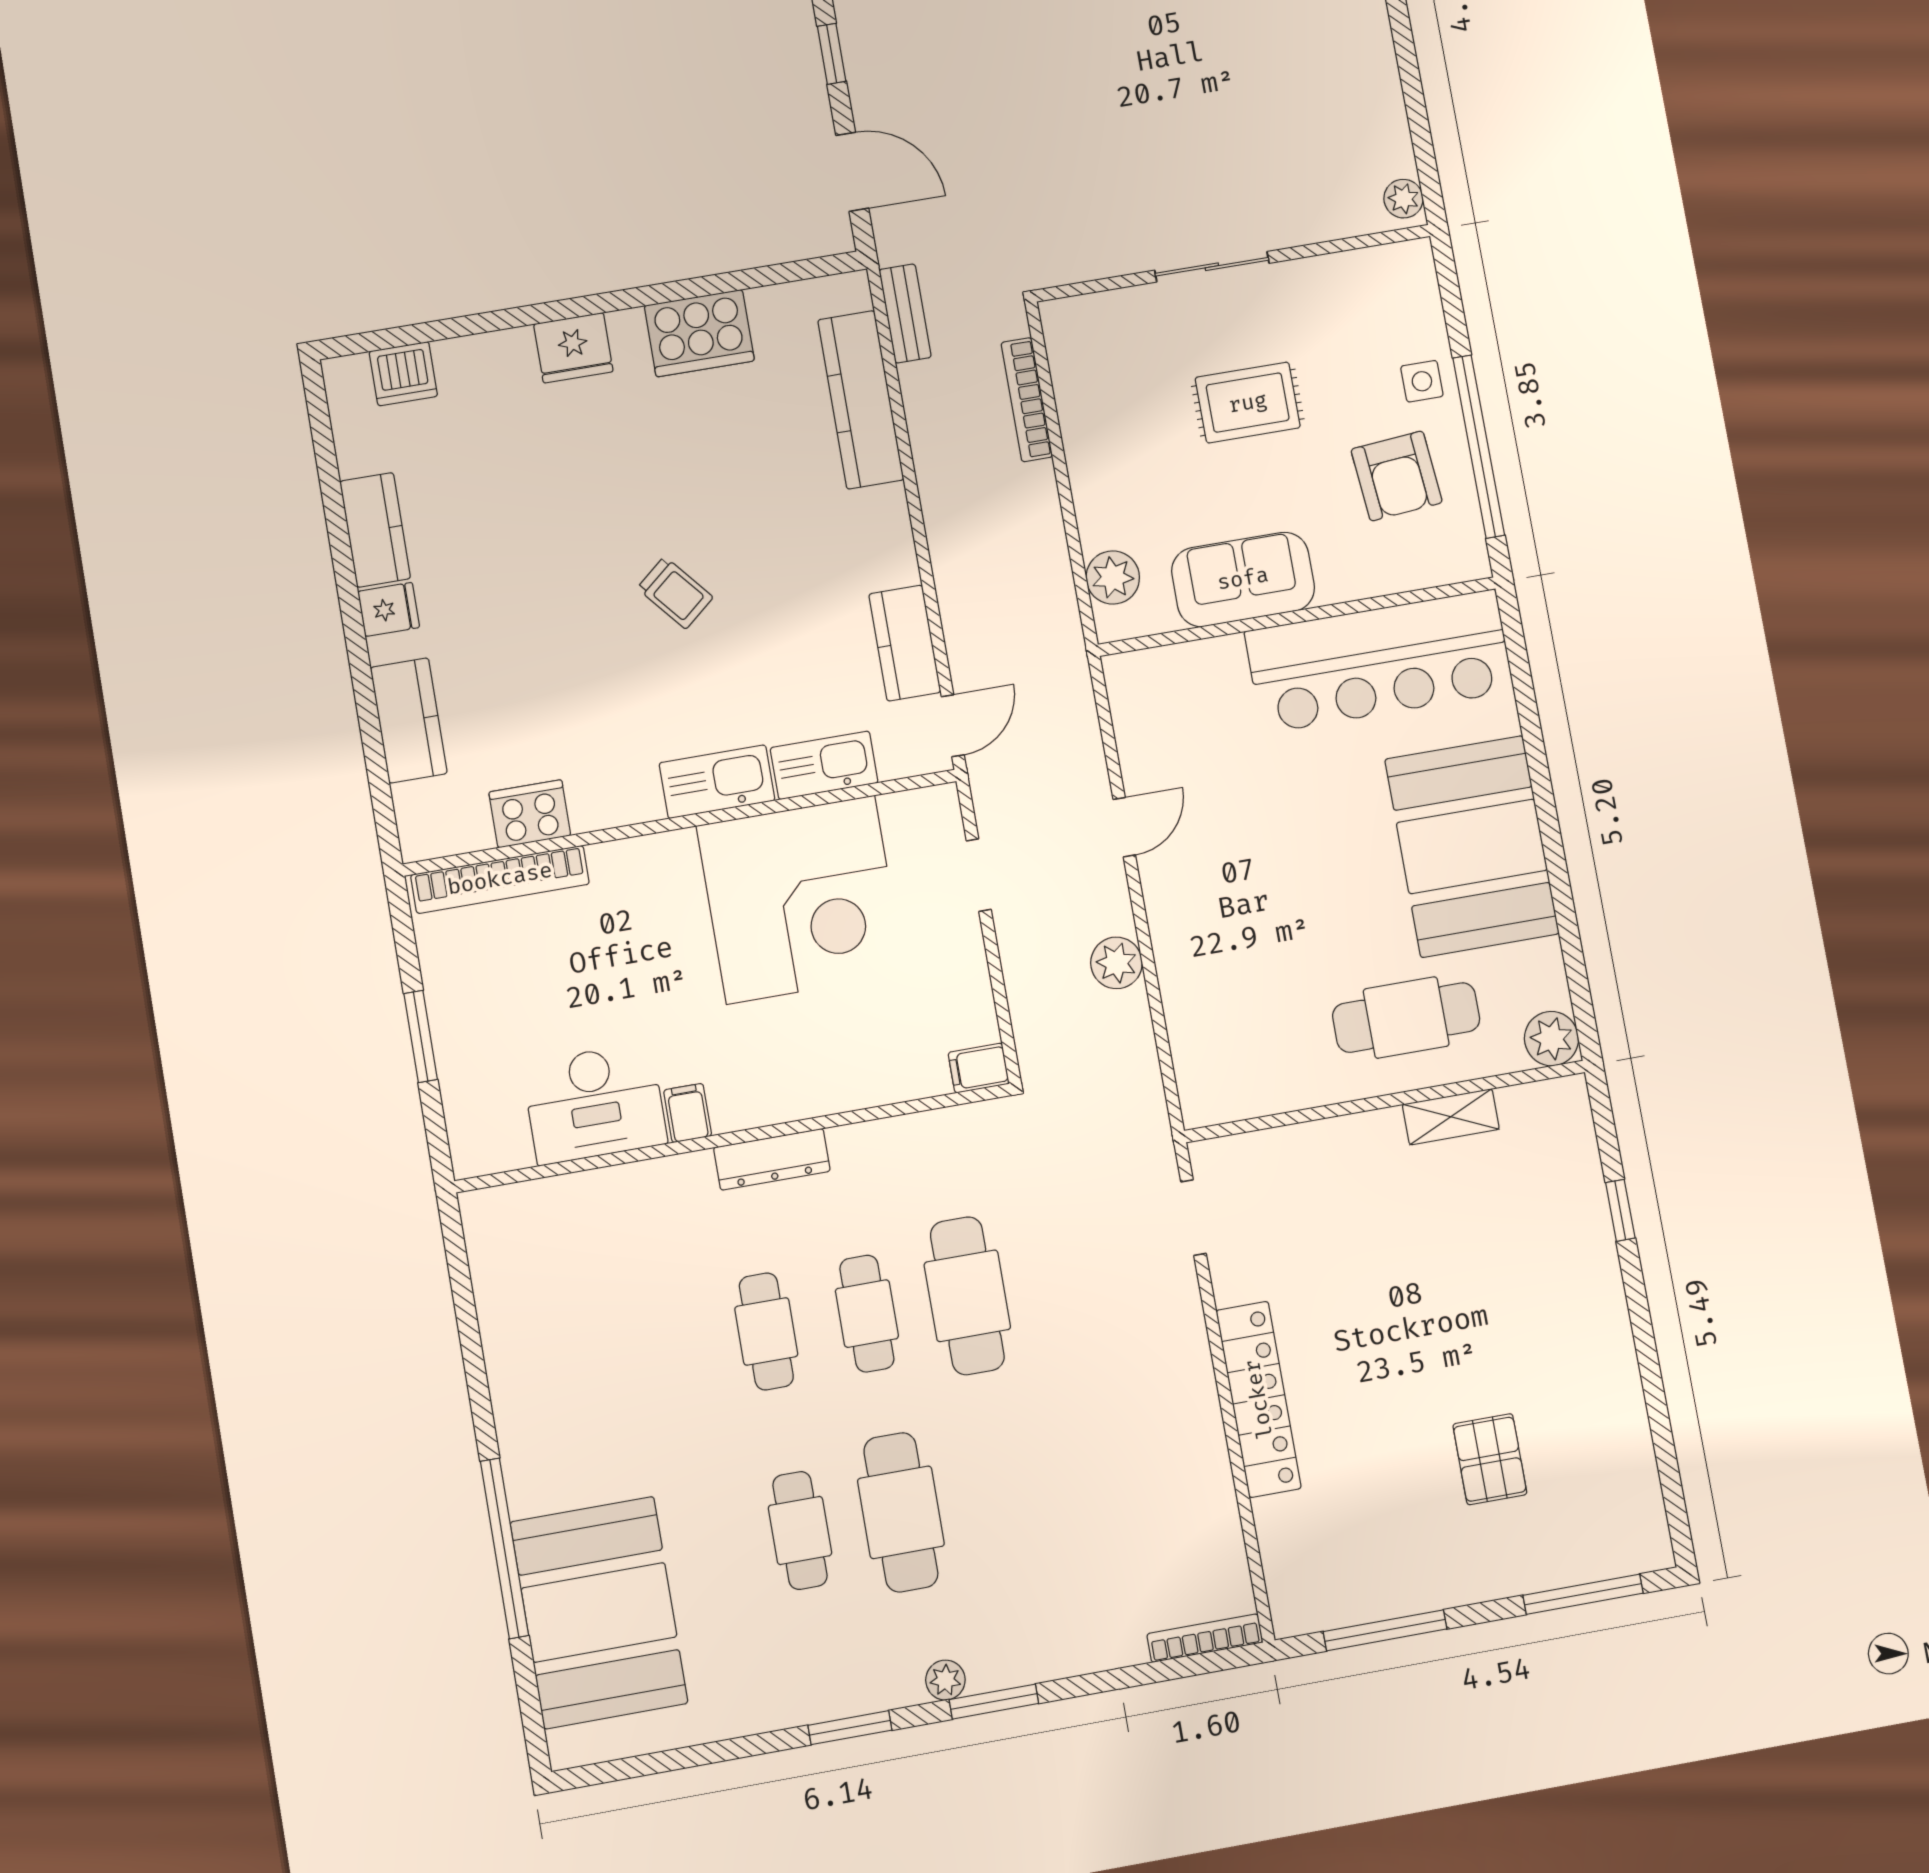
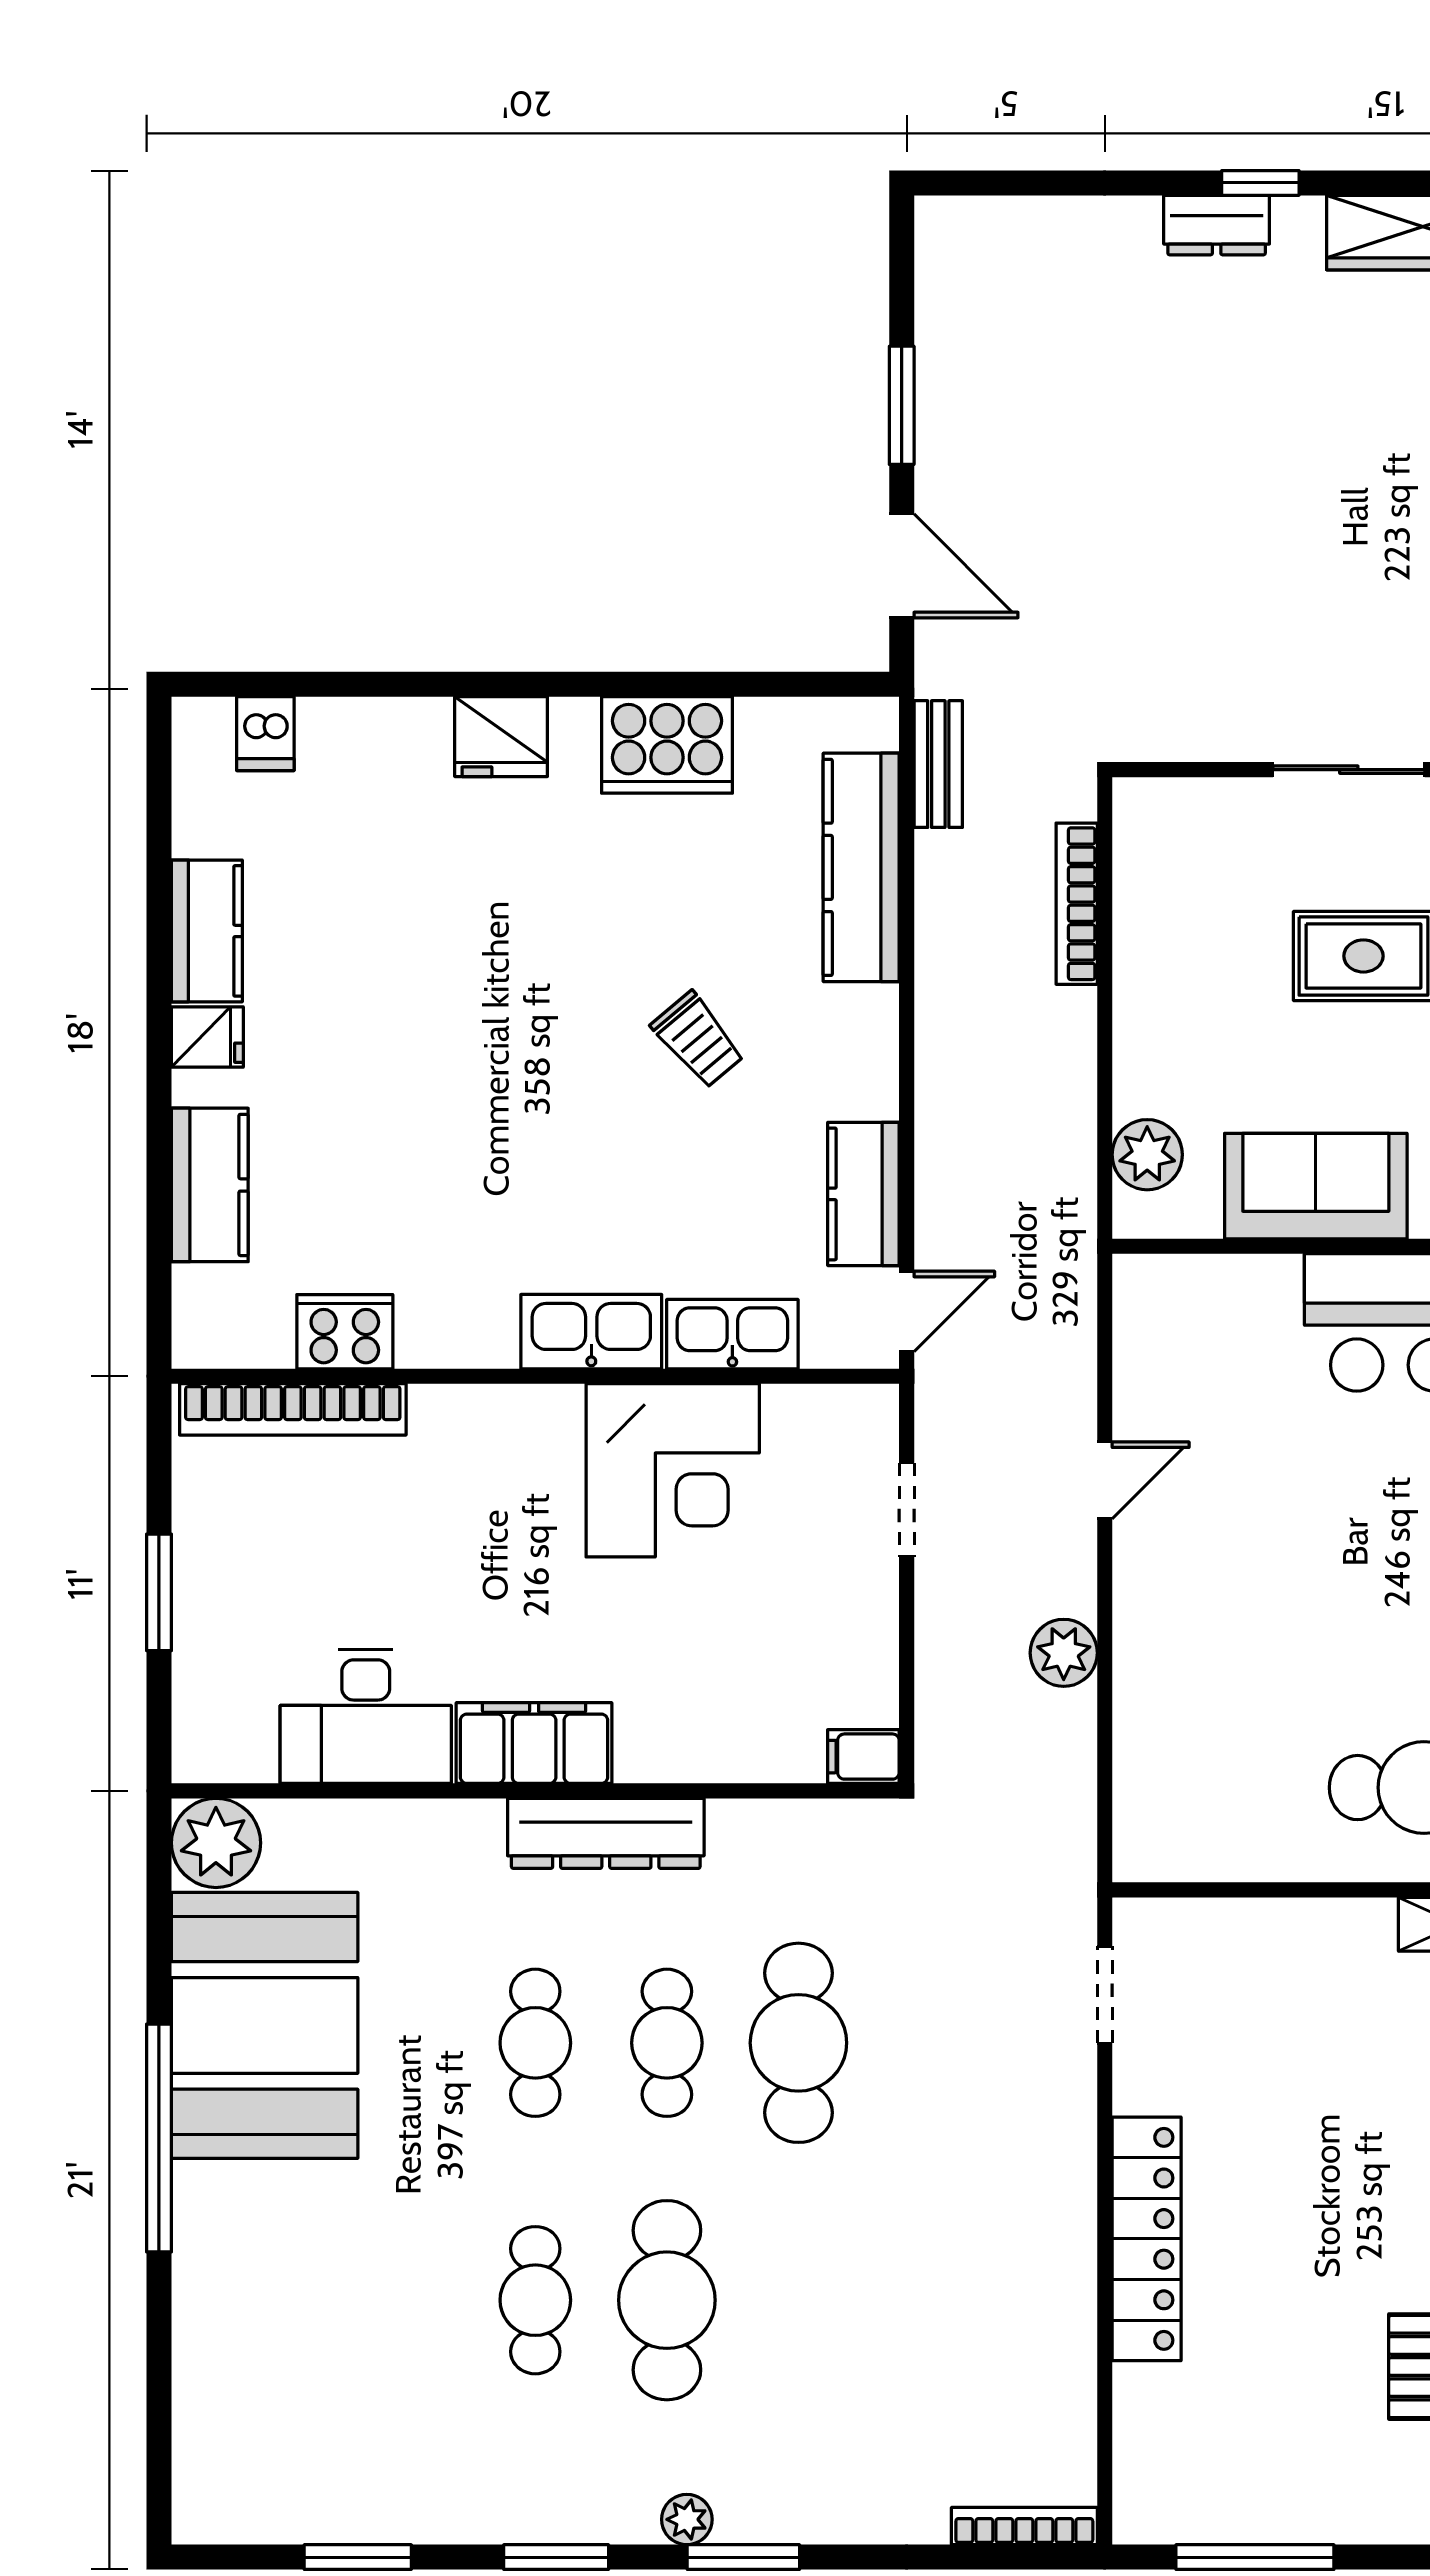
window: (832, 54) -> (902, 405), width x1.50
dishwasher: (403, 374) -> (265, 734), width x0.73
trolley: (675, 593) -> (698, 1040), moved
corner desk: (801, 900) -> (673, 1470), width x0.74, depth x0.74
filing cabinet: (688, 1113) -> (534, 1743), width x3.00, depth x1.17
dresser: (772, 1159) -> (606, 1833), width x1.37, depth x1.24
plant: (496, 1221) -> (216, 1843), added
window: (504, 1548) -> (159, 2138), moved
booth: (599, 1612) -> (265, 2025), moved
window: (697, 1756) -> (358, 2557), added

